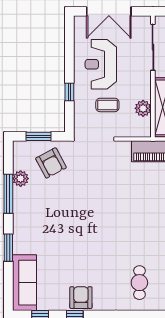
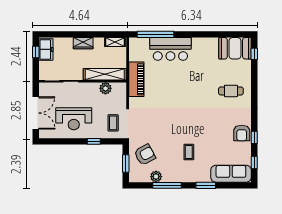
coffee table: (107, 105) -> (113, 123), moved
coffee table: (55, 224) -> (189, 152), added
armchair: (81, 298) -> (242, 133), turned -90

